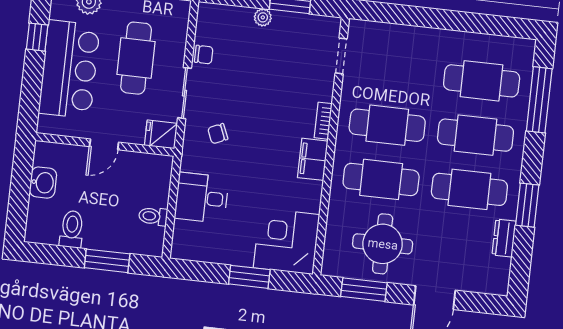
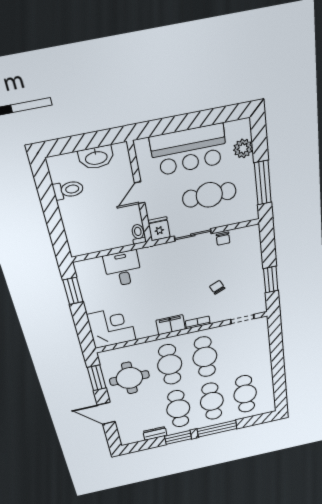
plant: (263, 17) -> (257, 267), removed
window: (37, 37) -> (207, 118), removed
window: (539, 100) -> (217, 429), moved
chair: (218, 134) -> (217, 287), moved
door: (104, 144) -> (140, 193), hinge flipped
washbasin: (43, 183) -> (96, 157), width x1.38
toilet: (153, 216) -> (138, 234), moved
window: (107, 261) -> (54, 222), removed
window: (249, 277) -> (73, 291), moved

